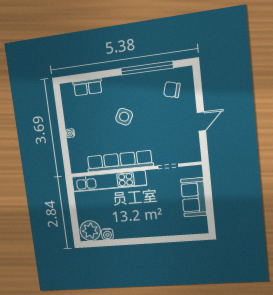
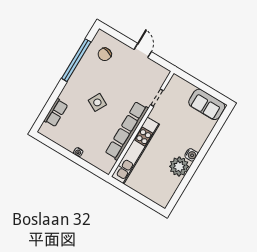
sofa: (194, 197) -> (207, 104), moved
plant: (90, 231) -> (179, 167), moved
water cooler: (107, 234) -> (191, 155), moved

